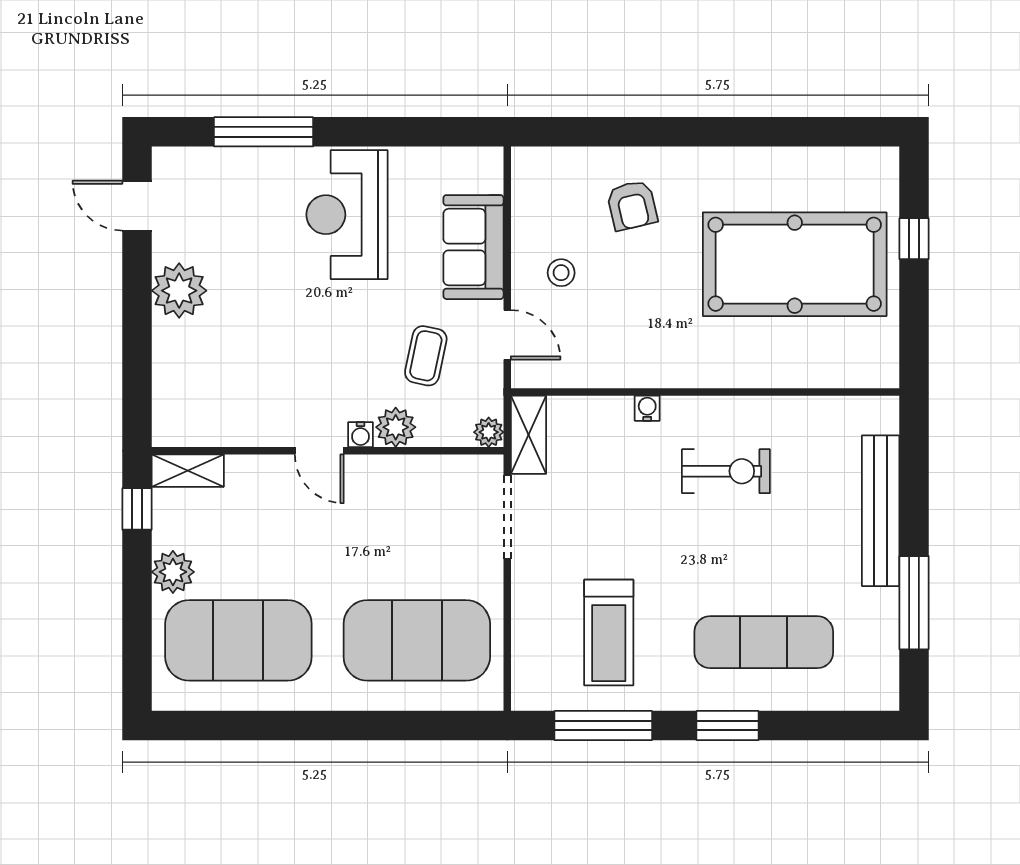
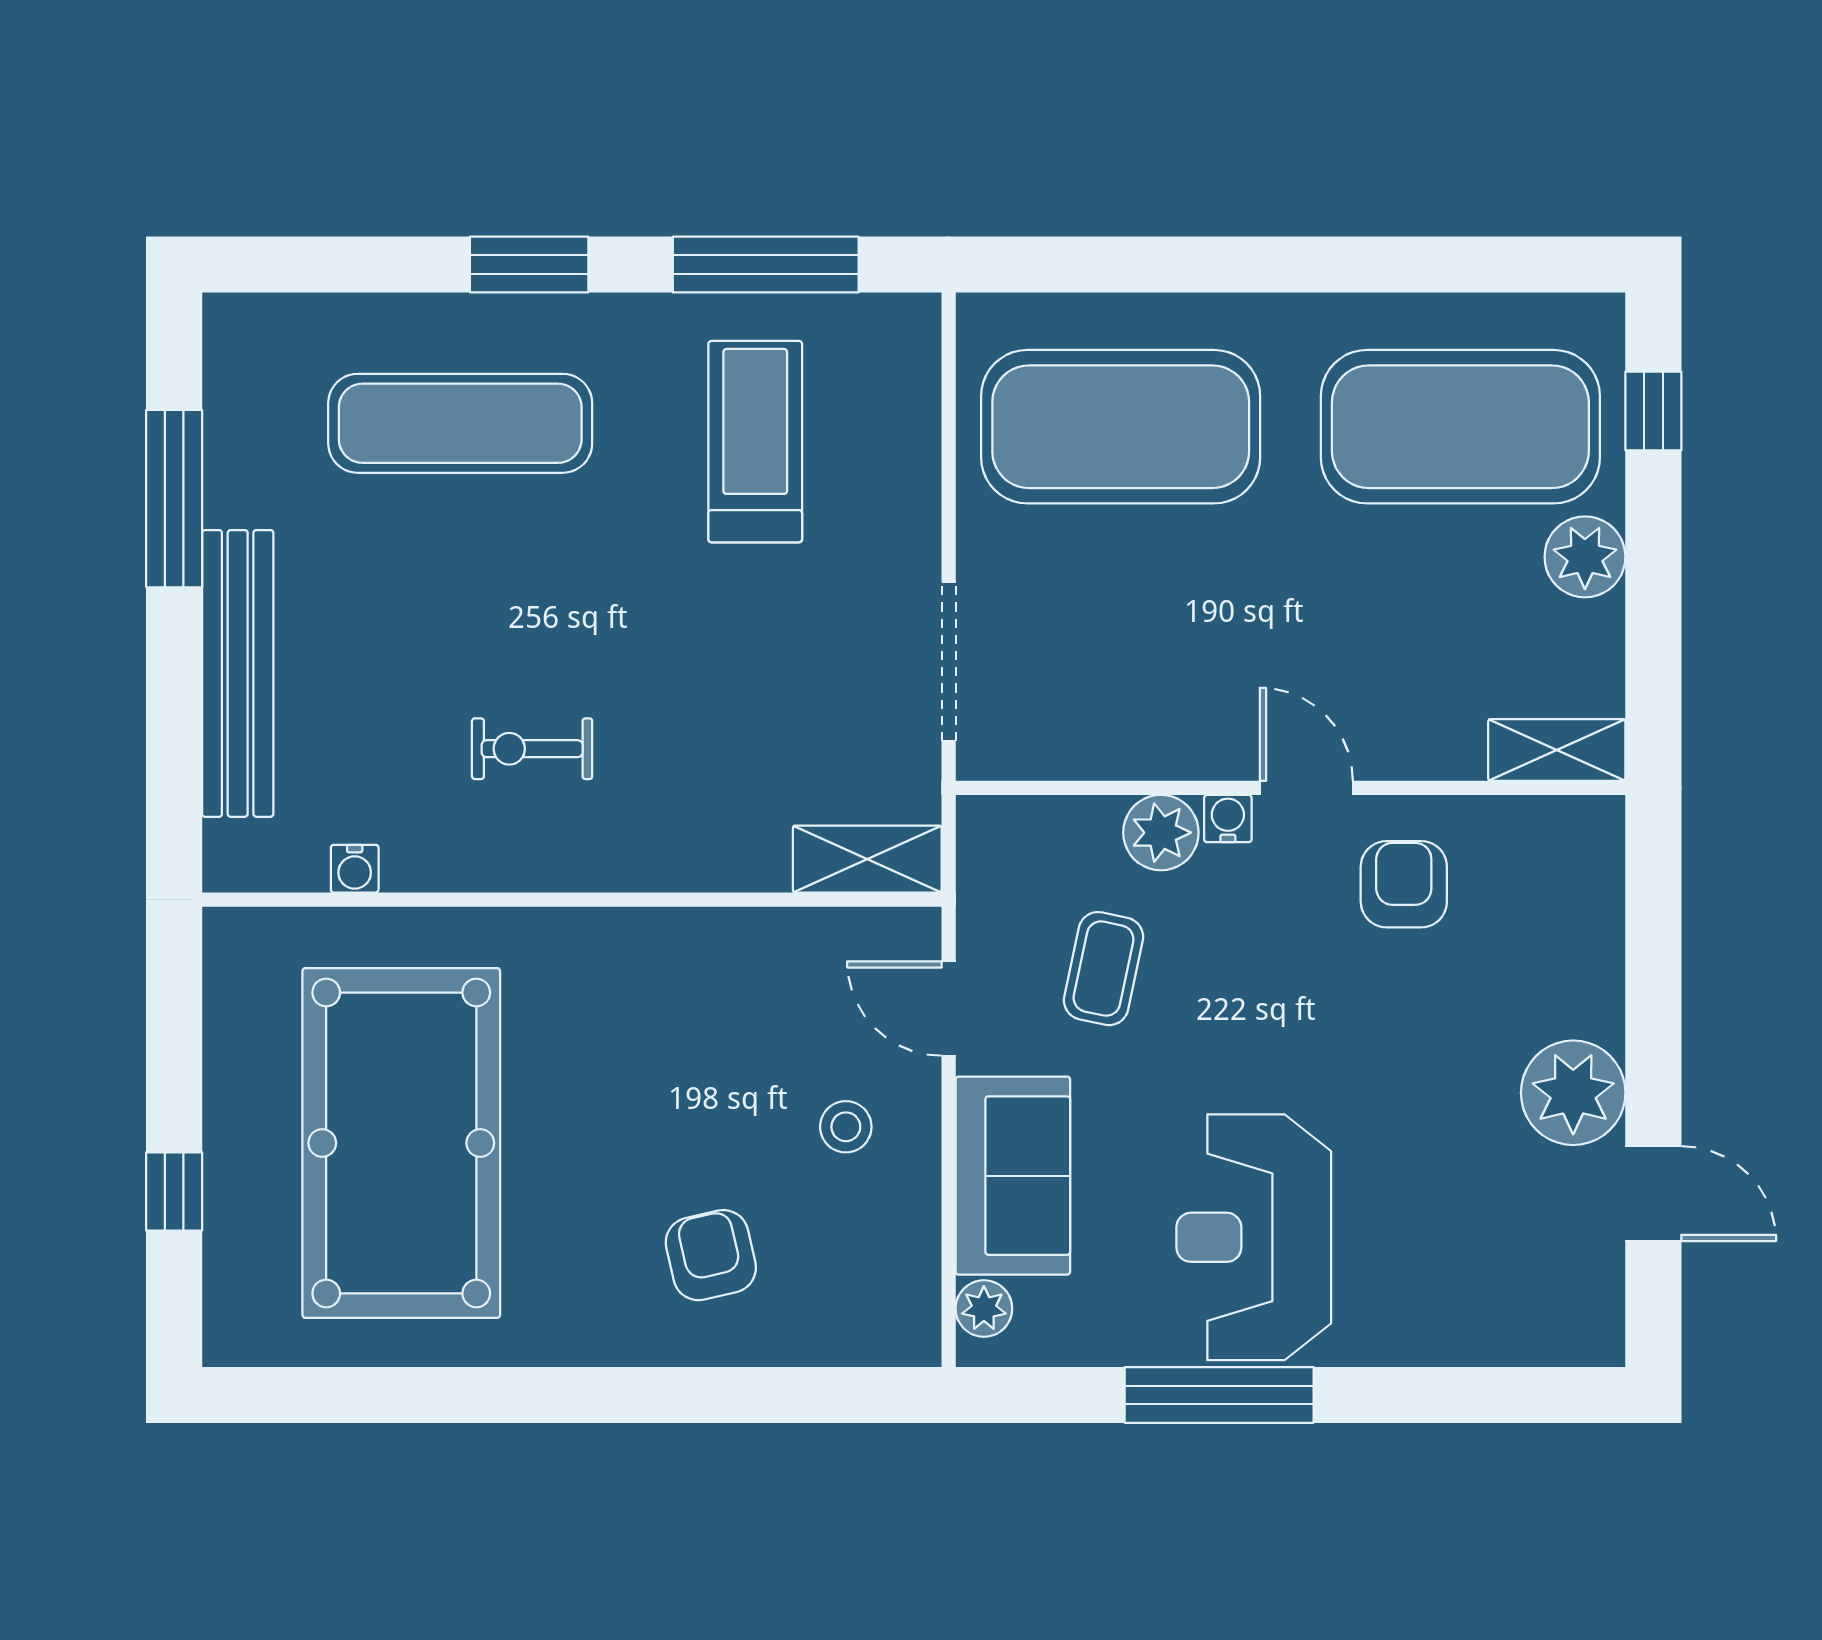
window: (264, 132) -> (1219, 1395), moved
door: (137, 206) -> (1653, 1194), moved
reception desk: (347, 215) -> (1254, 1237), turned 180
pool table: (795, 264) -> (401, 1143), turned 90
armchair: (268, 400) -> (1404, 884), added
water cooler: (647, 408) -> (355, 869), moved
plant: (489, 432) -> (984, 1309), moved
shelving: (528, 435) -> (867, 859), moved, turned 90
exercise bike: (726, 471) -> (532, 749), width x0.73, depth x0.72
window: (137, 509) -> (1653, 411), moved

